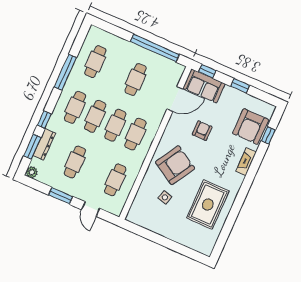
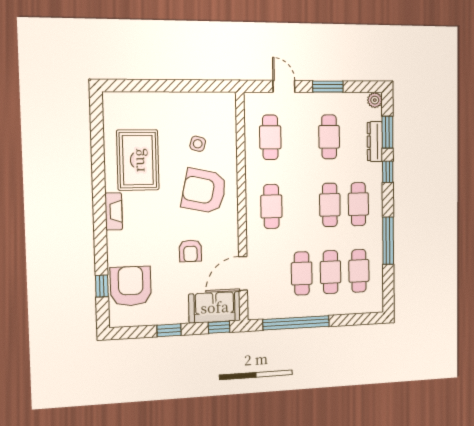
cafe table: (115, 125) -> (331, 272), moved
fireplace: (246, 162) -> (114, 211), moved
armchair: (175, 165) -> (204, 191), turned 71

